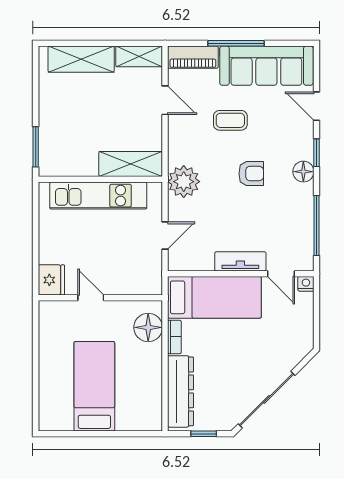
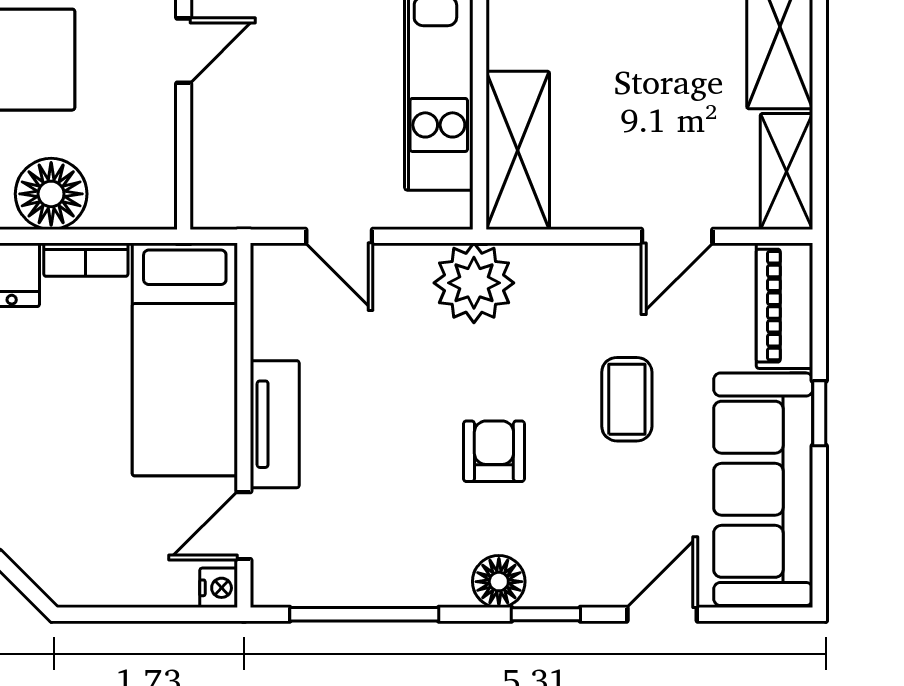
window: (236, 43) -> (819, 413), width x0.46
armchair: (251, 174) -> (494, 451), turned 180
floor lamp: (148, 327) -> (51, 194), moved

